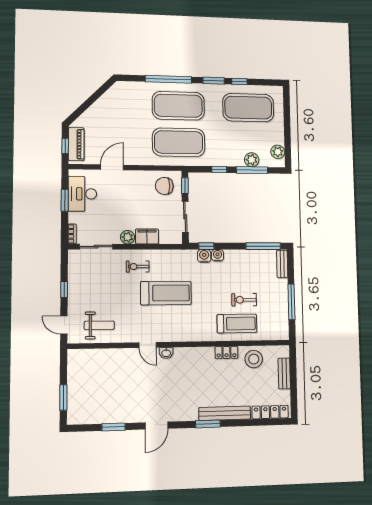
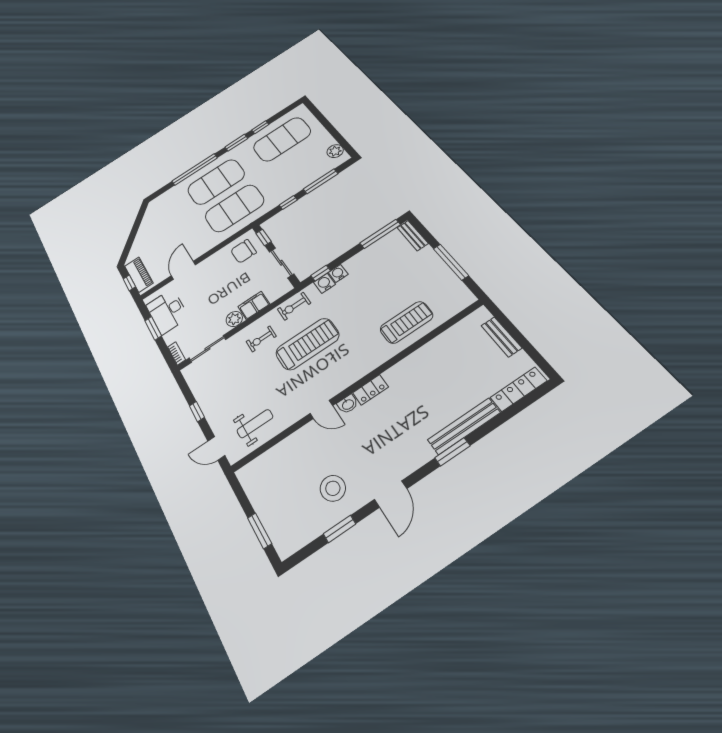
plant: (252, 160) -> (314, 174), removed
exercise bike: (244, 300) -> (294, 306), moved
locker: (226, 352) -> (370, 390), moved
stool: (254, 359) -> (333, 488), moved

